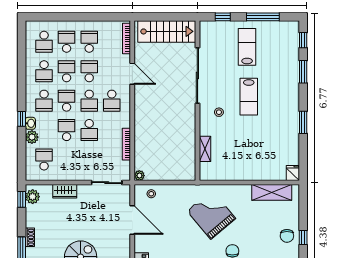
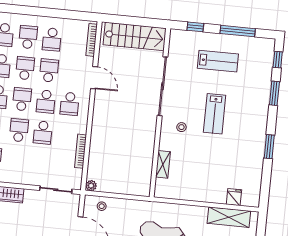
school desk: (89, 42) -> (52, 39), turned 180
lab bench: (247, 47) -> (218, 61), turned 90
fridge: (293, 173) -> (234, 197), moved

